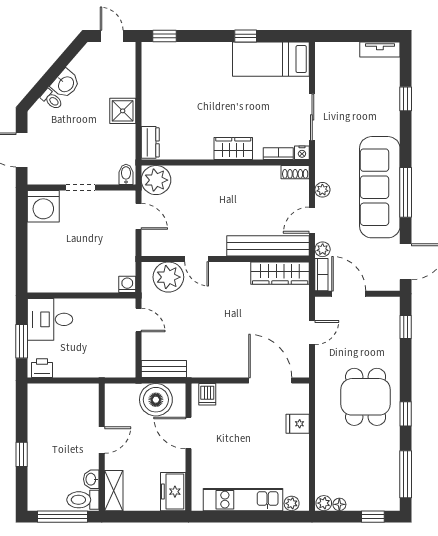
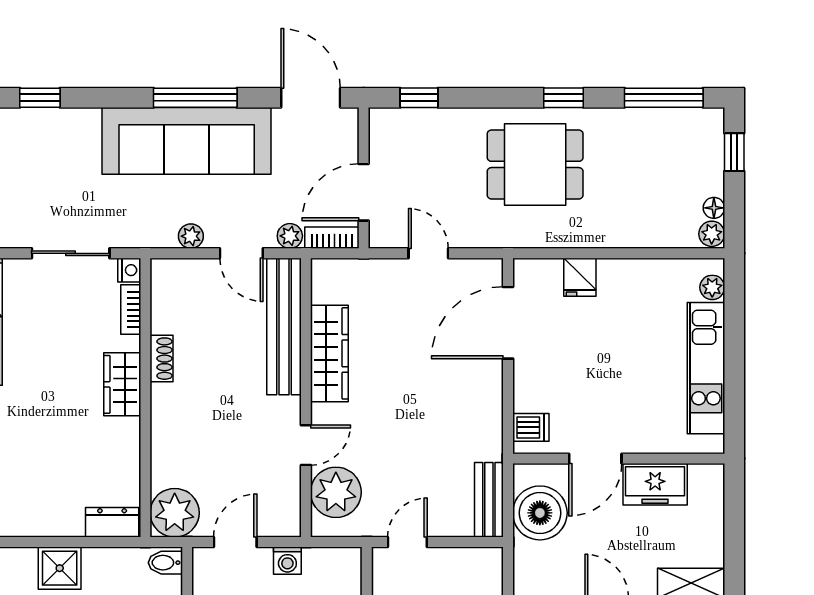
shoe rack: (295, 172) -> (162, 359), moved
wardrobe: (280, 273) -> (329, 353), moved
washing machine: (127, 284) -> (287, 561), moved, turned -90
freezer: (173, 492) -> (655, 484), moved

